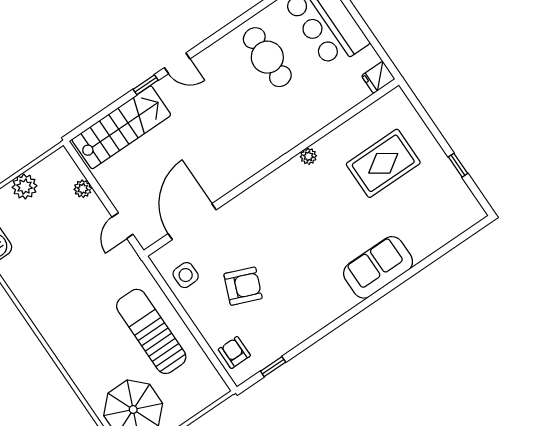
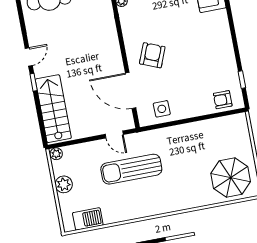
plant: (83, 189) -> (56, 154), moved
armchair: (243, 286) -> (152, 55), moved
sun lounger: (151, 331) -> (131, 169), moved

